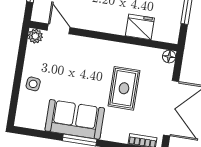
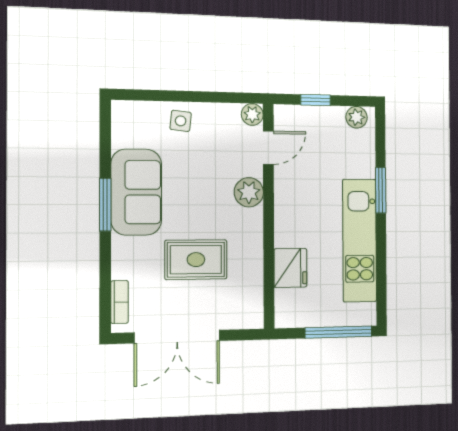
plant: (86, 47) -> (249, 192), added
floor lamp: (169, 57) -> (254, 319), removed

